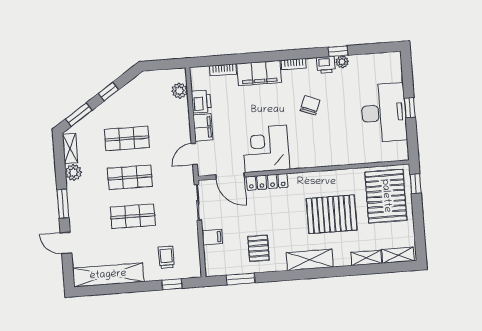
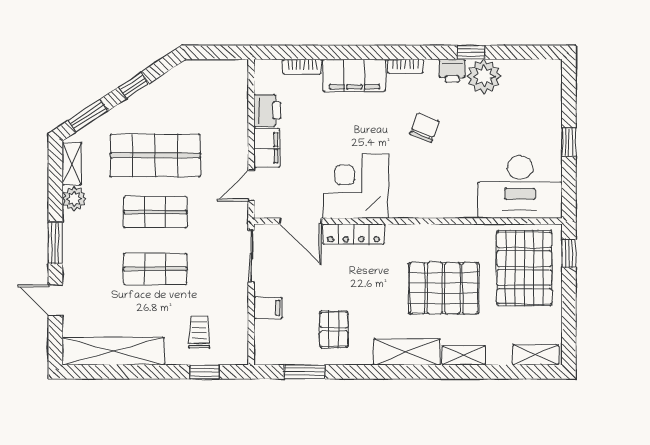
plant: (342, 62) -> (484, 76), width x1.88, depth x1.88
plant: (179, 91) -> (237, 92), removed
desk: (384, 113) -> (520, 187), moved, turned 90
shop shelf: (127, 138) -> (155, 155), width x1.43, depth x1.36
shelving: (366, 258) -> (464, 355), moved

